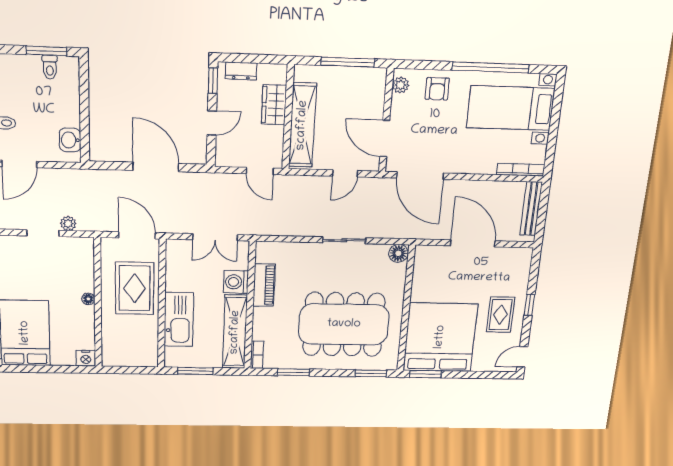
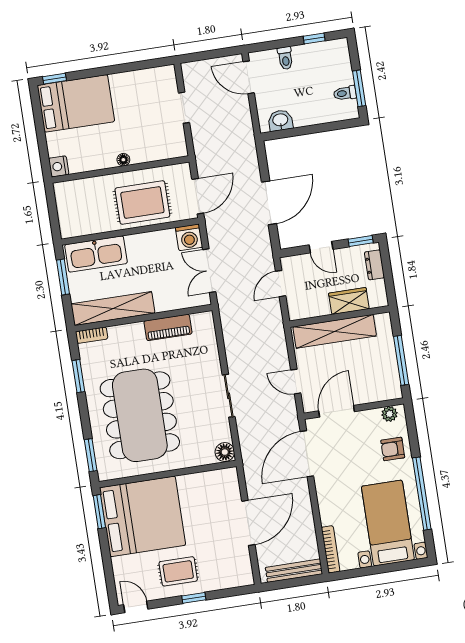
door: (260, 171) -> (281, 284), moved
plant: (68, 223) -> (198, 130), removed
washing machine: (236, 282) -> (189, 237), moved, turned 180
kitchen sink: (179, 320) -> (96, 254), moved

